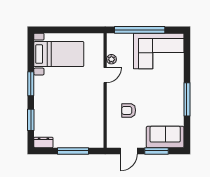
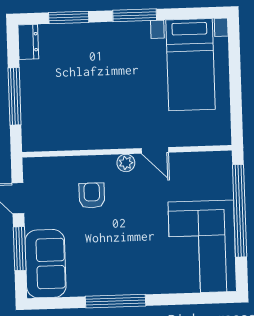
plant: (111, 59) -> (126, 163), moved

